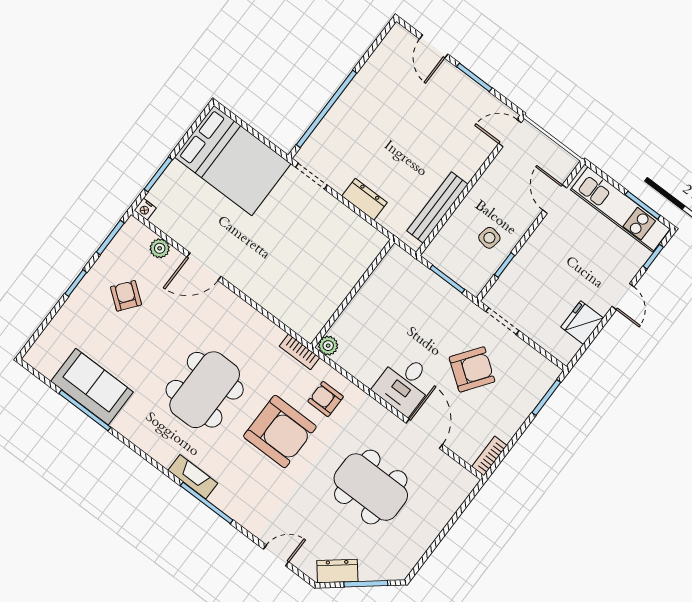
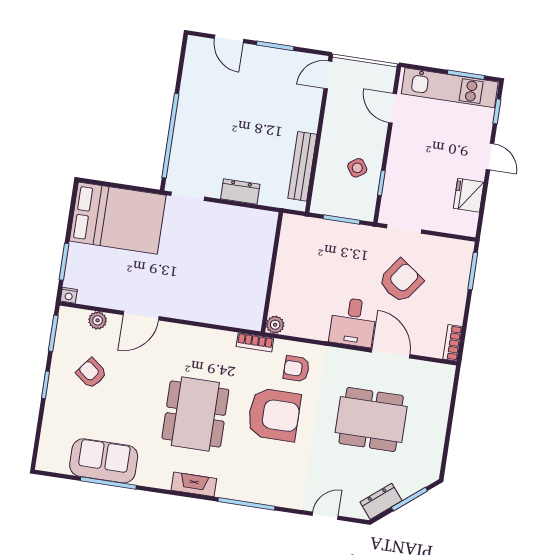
side table: (489, 238) -> (357, 168), turned 45
fireplace: (193, 477) -> (194, 484), moved

